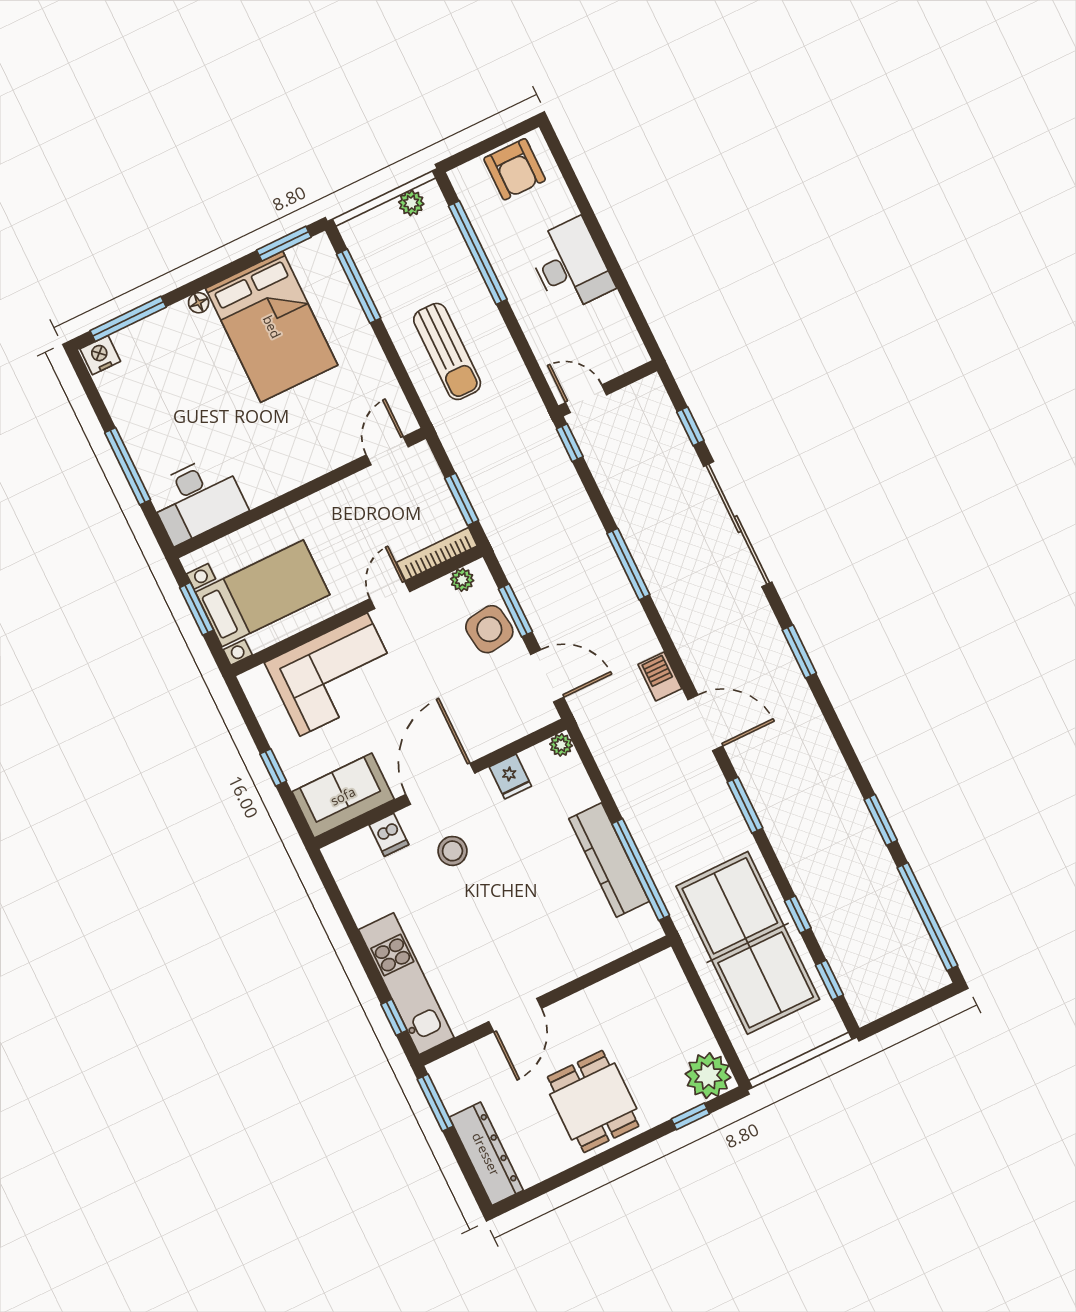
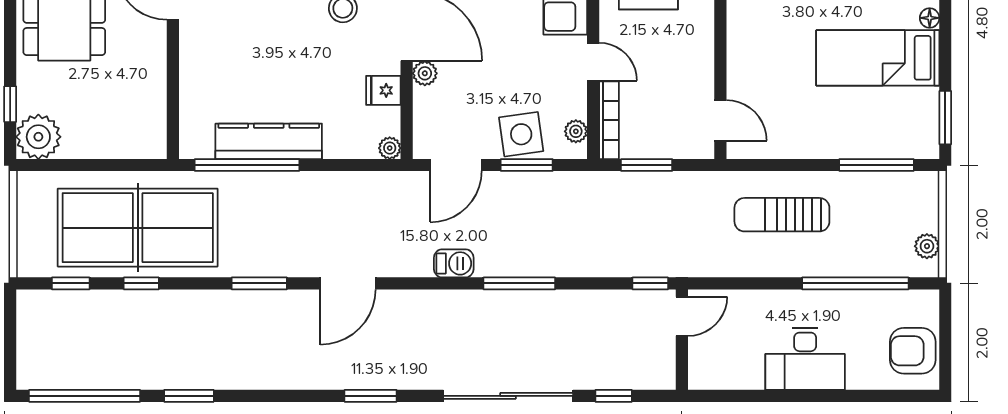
bed: (272, 327) -> (878, 58), width x0.67
barbecue: (660, 676) -> (454, 263), moved
plant: (476, 746) -> (425, 73), added

